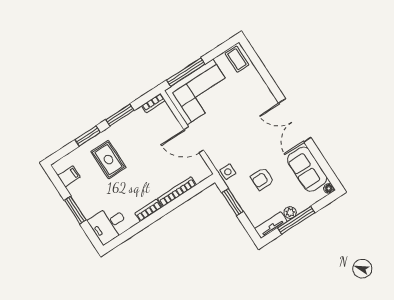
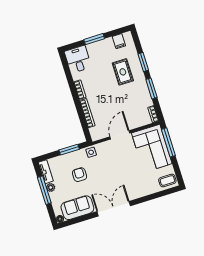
rug: (108, 160) -> (123, 72), turned 90

